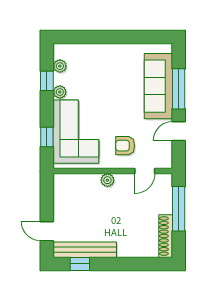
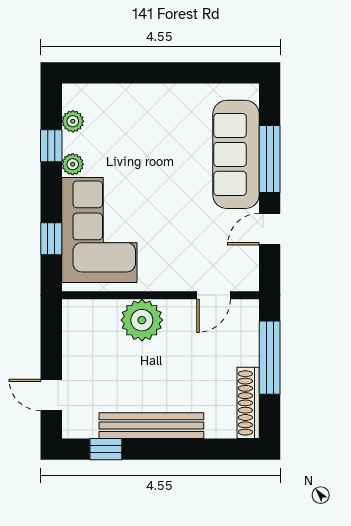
armchair: (125, 146) -> (181, 253), removed
plant: (107, 180) -> (142, 320), width x1.87, depth x1.87
bench: (85, 250) -> (151, 426), moved

